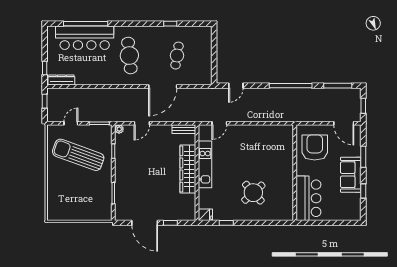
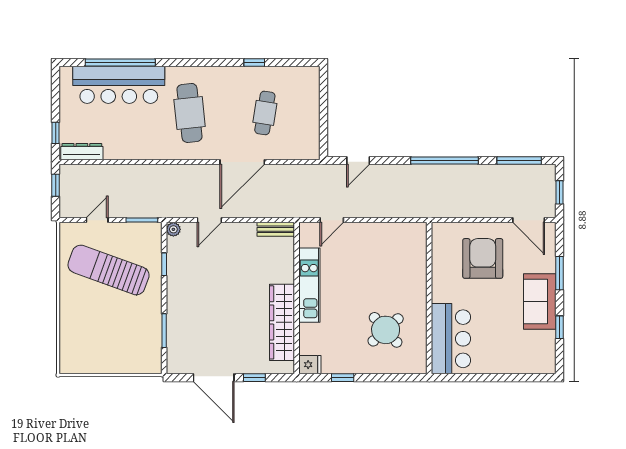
wardrobe: (188, 169) -> (282, 322), moved
wall: (295, 173) -> (429, 298), moved
bar counter: (308, 198) -> (451, 339), moved

